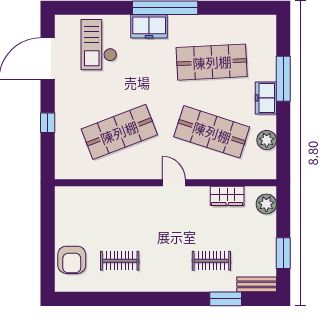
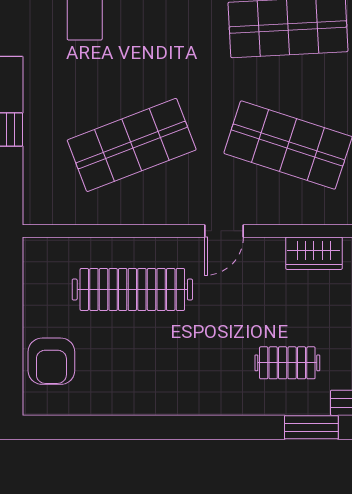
door: (174, 183) -> (224, 231), swing flipped
clothes rail: (120, 261) -> (132, 289), moved, width x1.86, depth x1.31

